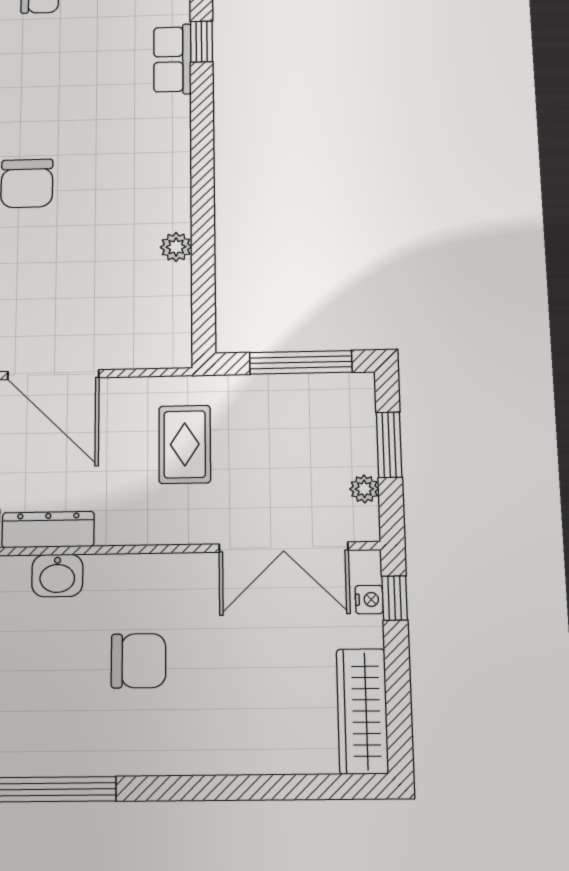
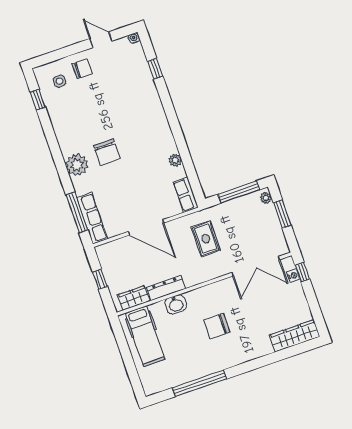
row of seats: (172, 59) -> (186, 195), moved
plant: (364, 489) -> (266, 198), moved
chair: (139, 661) -> (217, 326), turned 180
wardrobe: (362, 711) -> (295, 336), moved, turned 90

